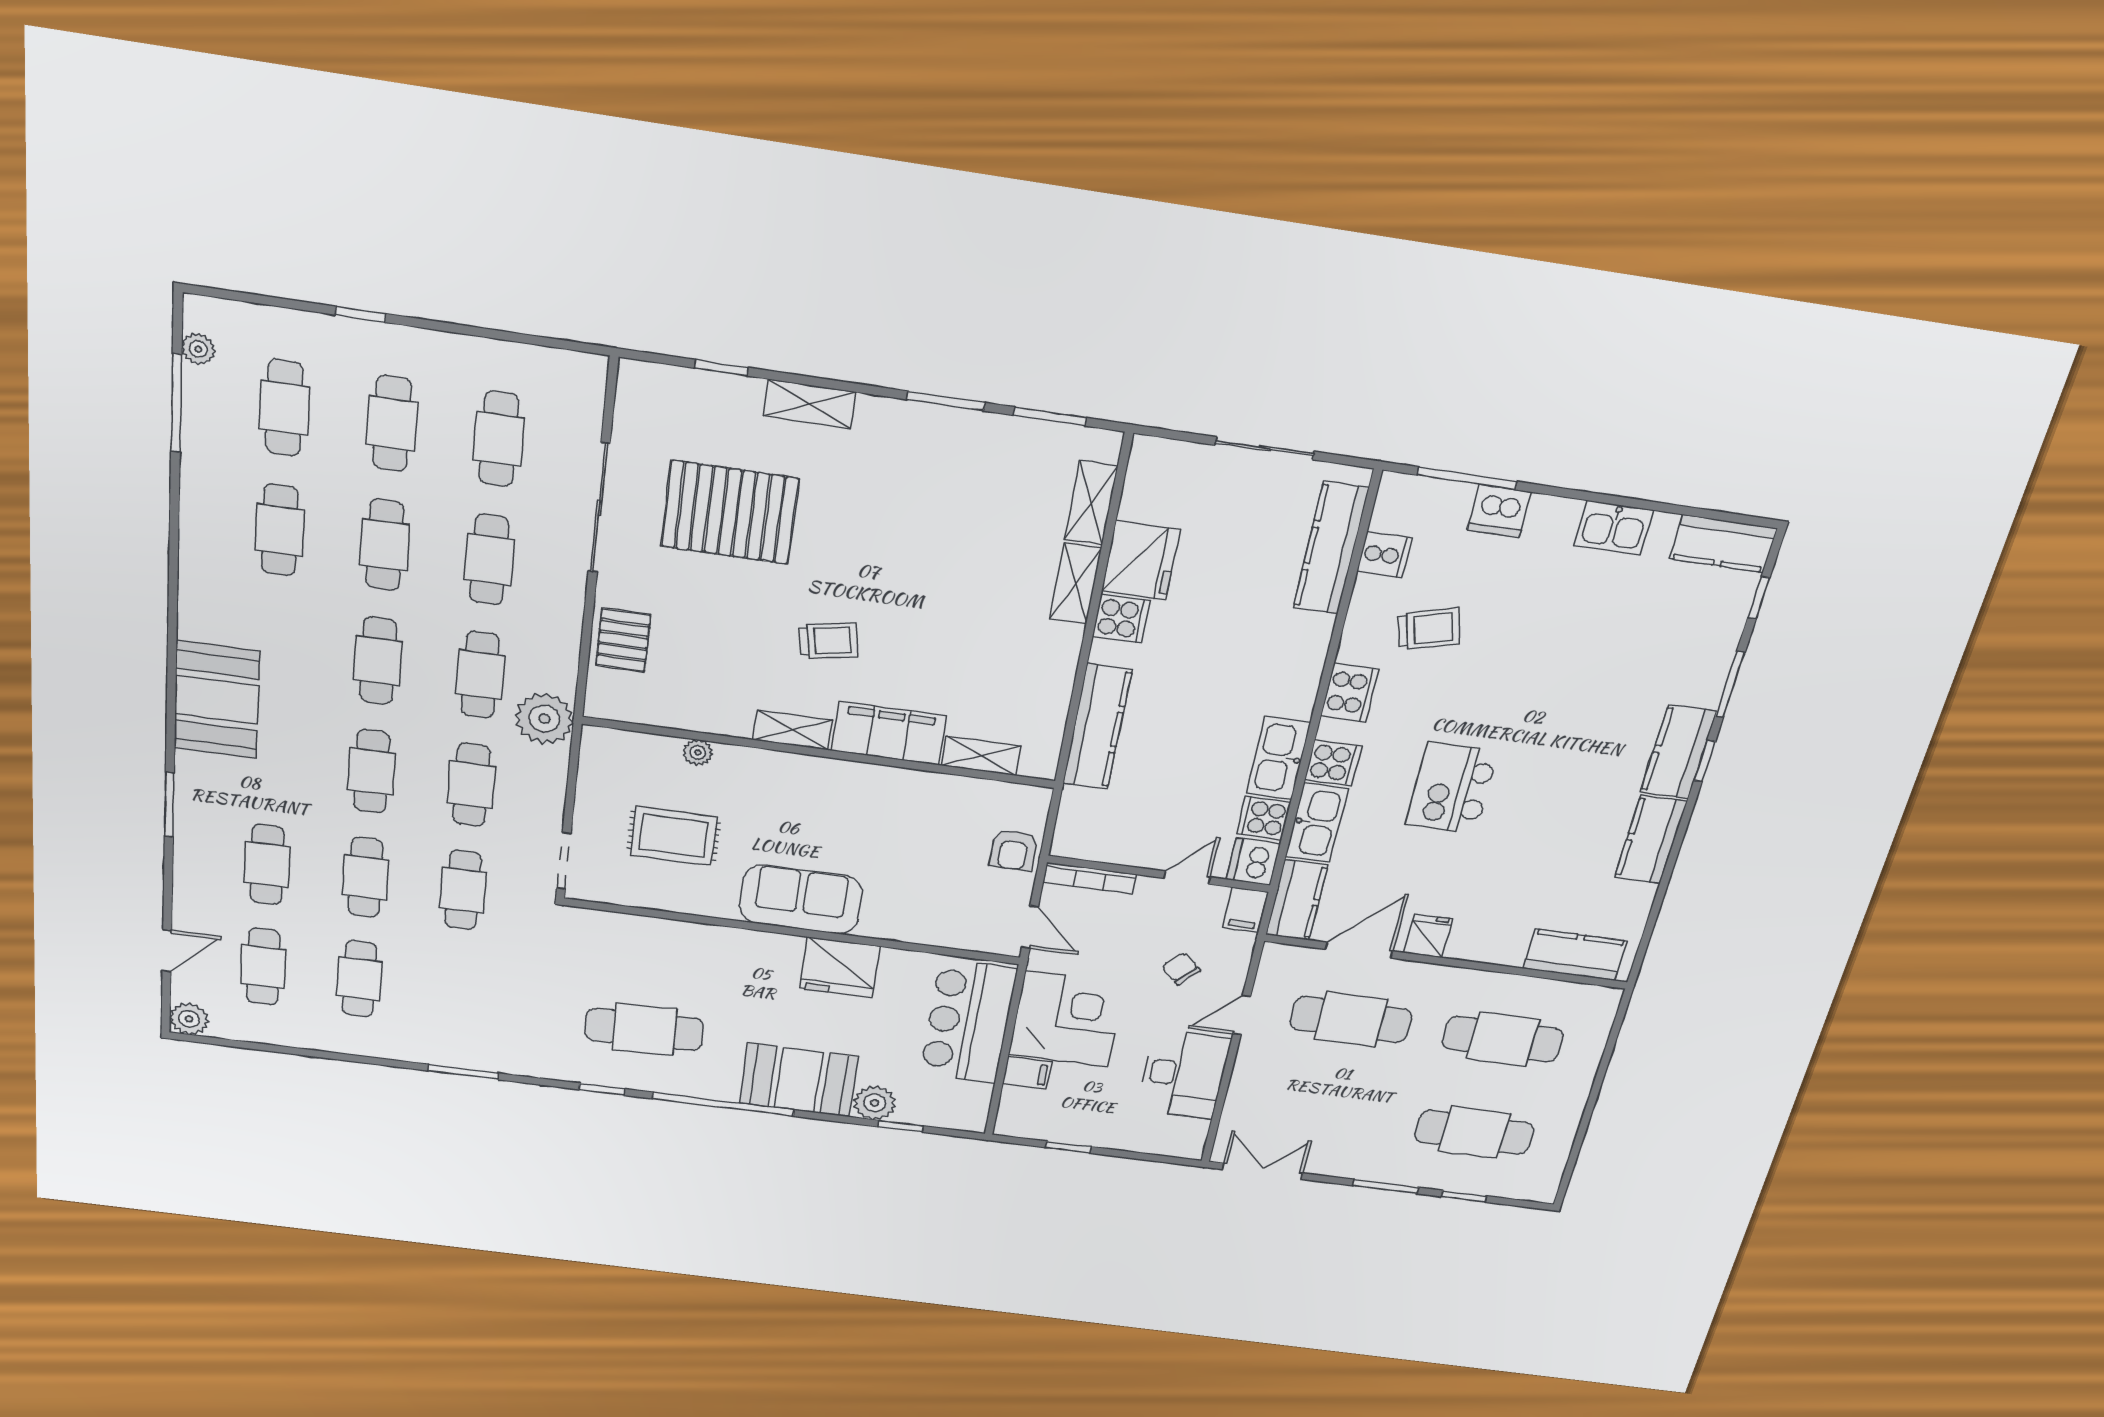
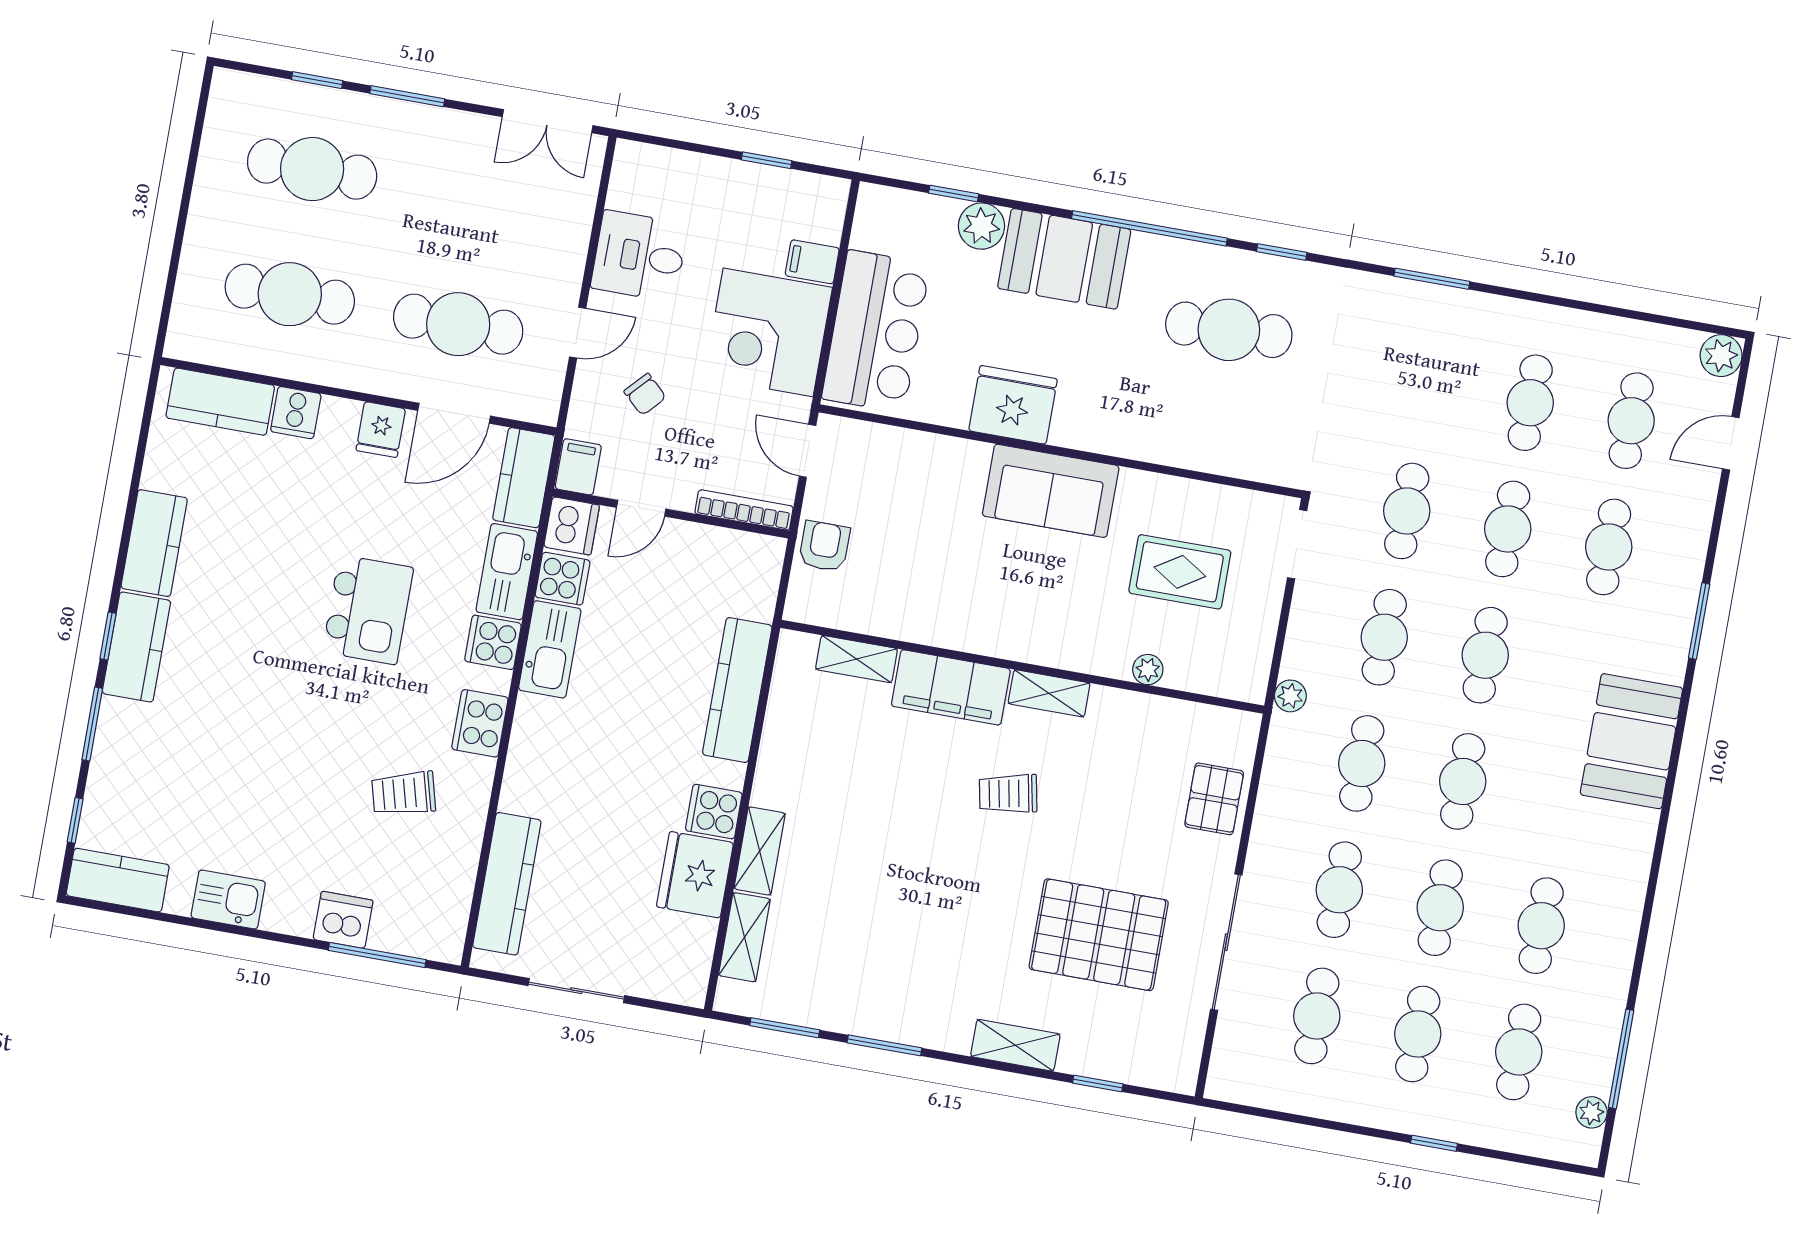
cooker: (1384, 555) -> (296, 413), moved, turned -90
plant: (544, 719) -> (1290, 696), width x0.53, depth x0.53
desk: (1184, 1074) -> (639, 256), width x0.73

